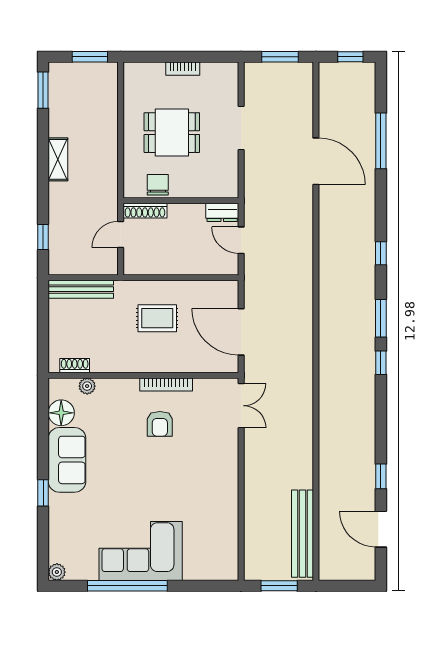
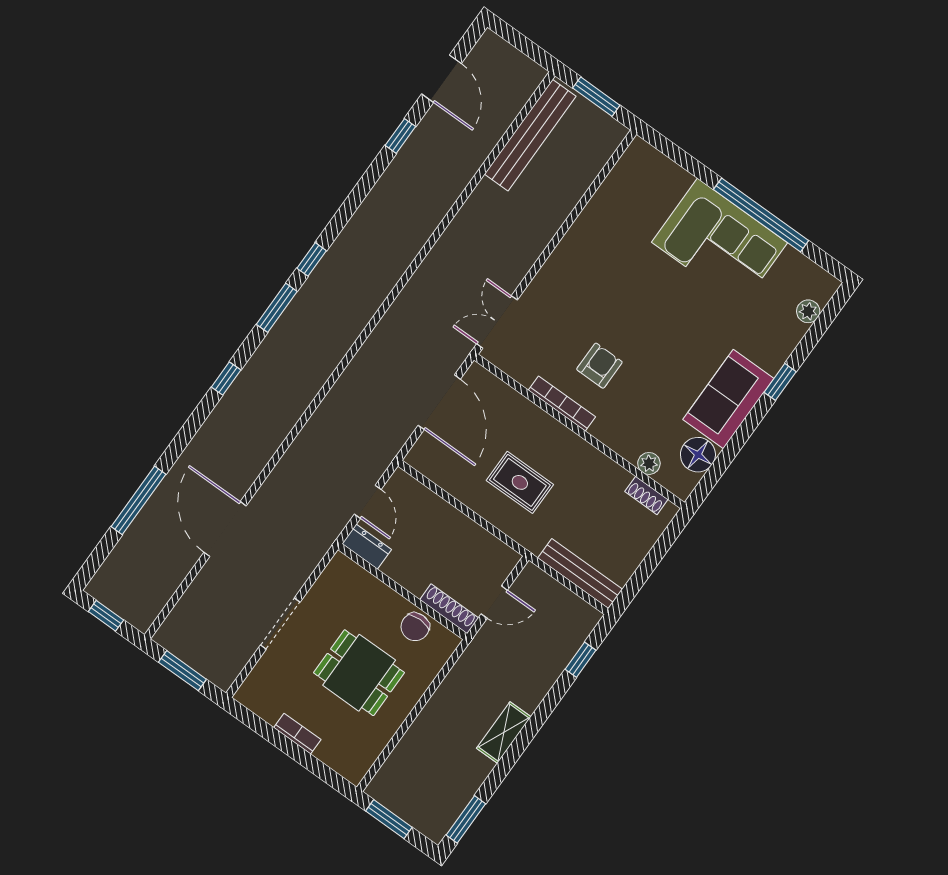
plant: (57, 572) -> (808, 311), moved

